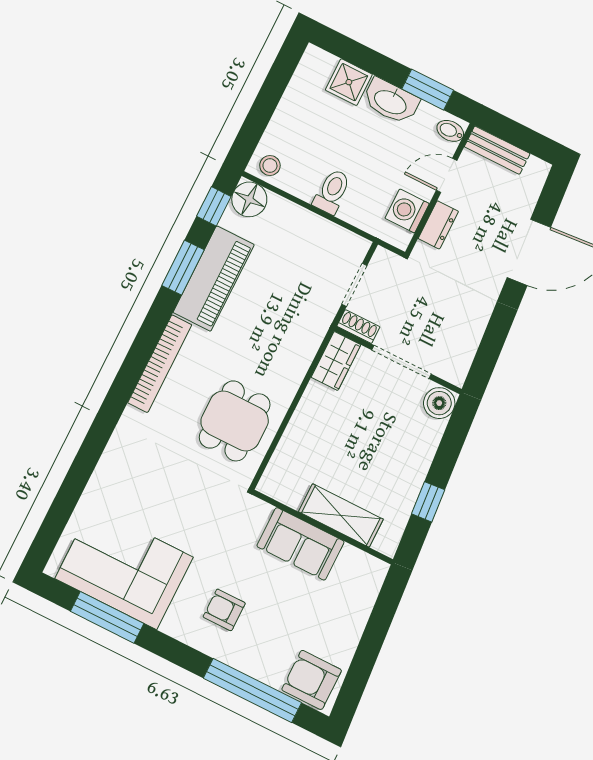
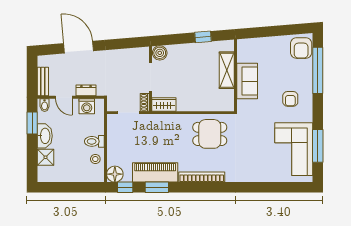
stool: (270, 166) -> (95, 159), moved

